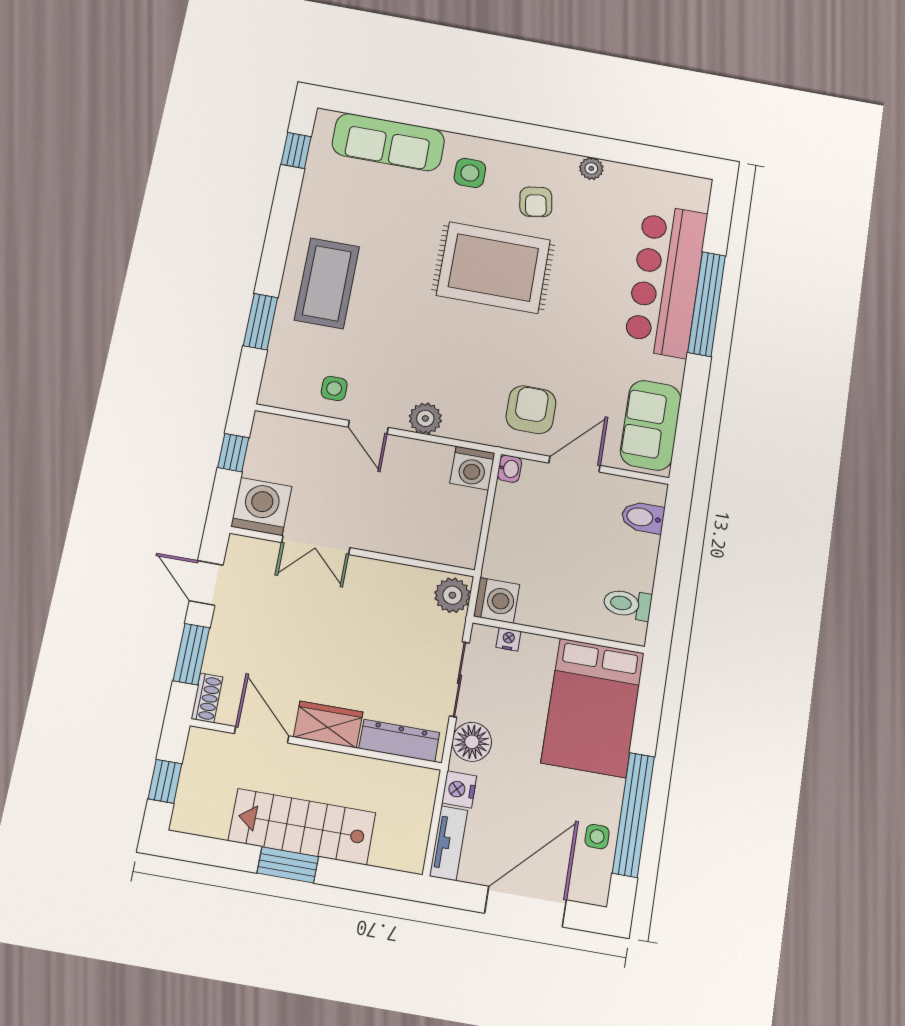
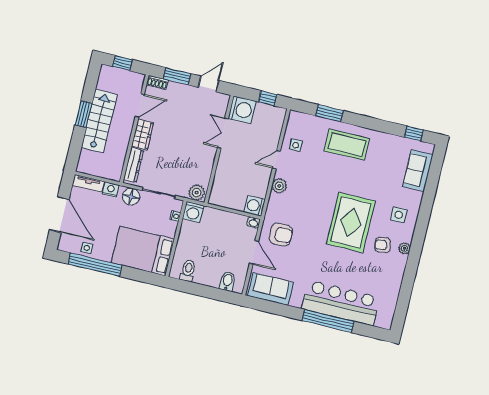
sofa: (388, 142) -> (418, 171), width x0.73
plant: (591, 168) -> (404, 248), moved

